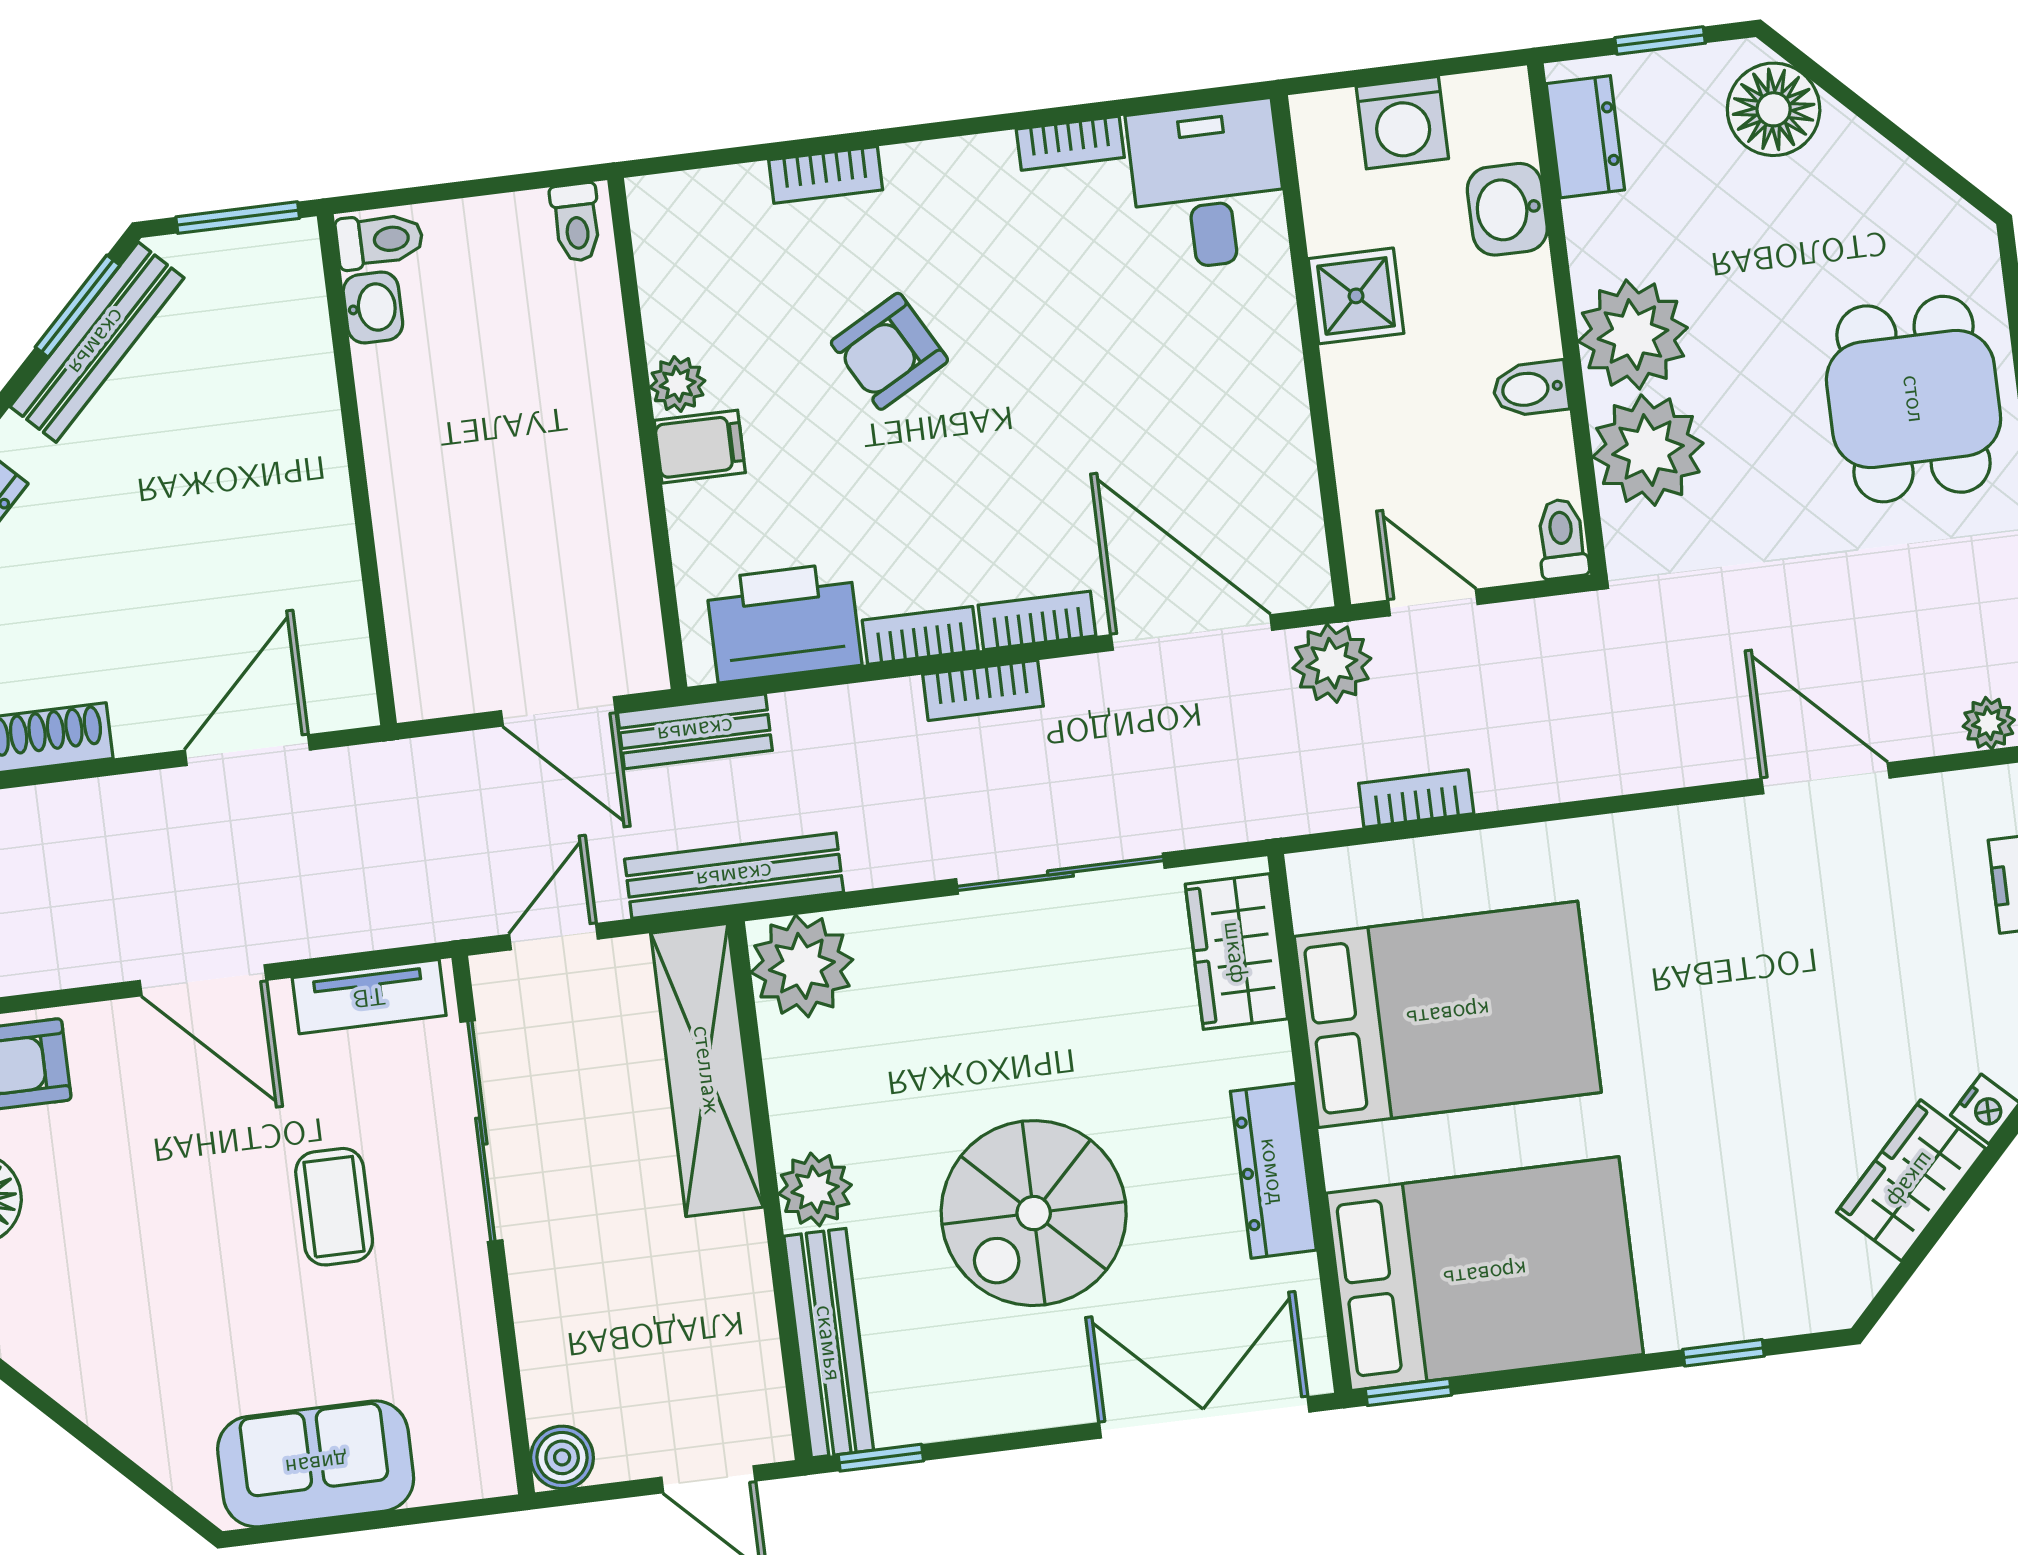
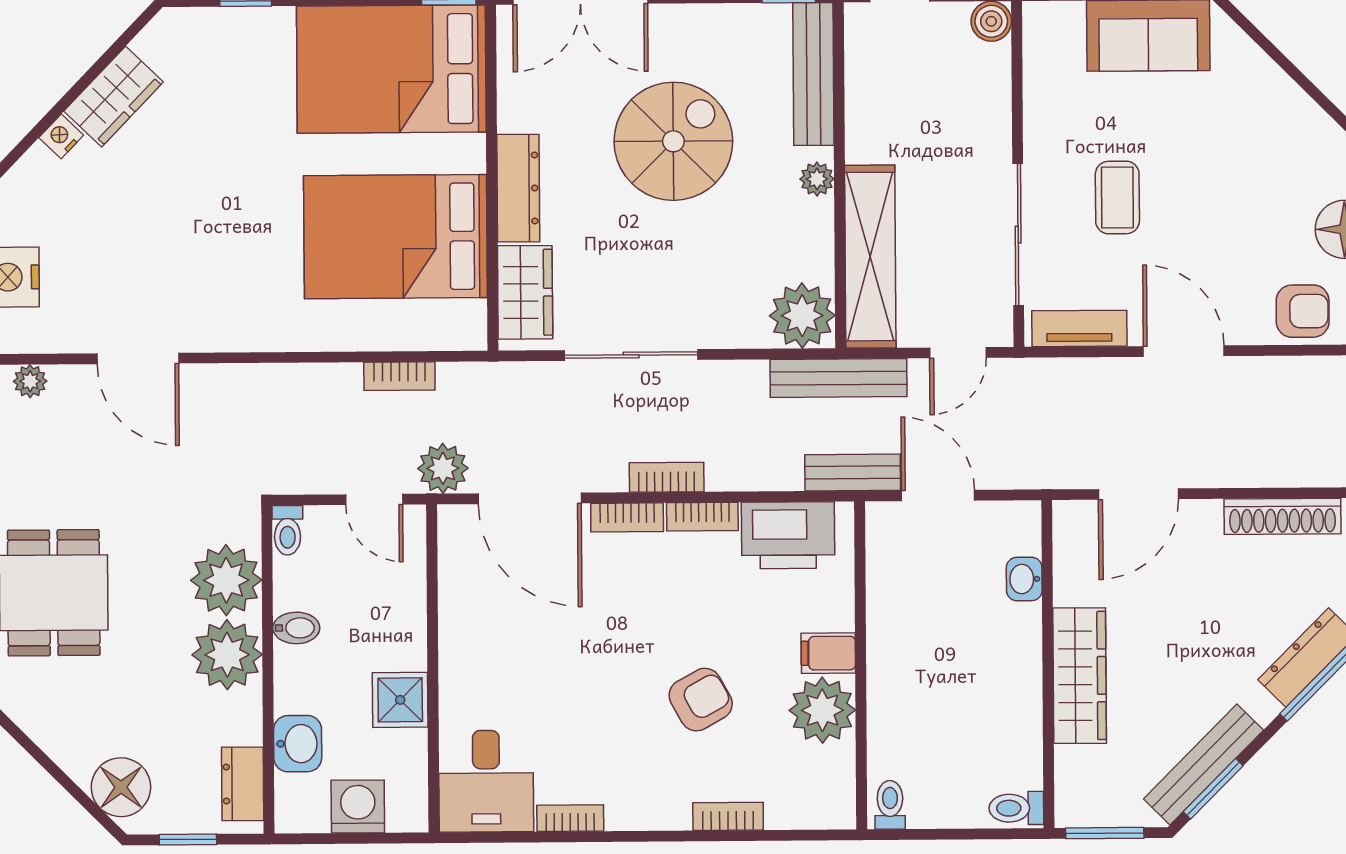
washbasin: (373, 307) -> (1024, 579), moved
plant: (678, 384) -> (822, 710), width x1.87, depth x1.87
wardrobe: (306, 458) -> (1080, 676), added
dresser: (1273, 1171) -> (518, 188), moved
plant: (815, 1189) -> (817, 179), width x0.73, depth x0.73

